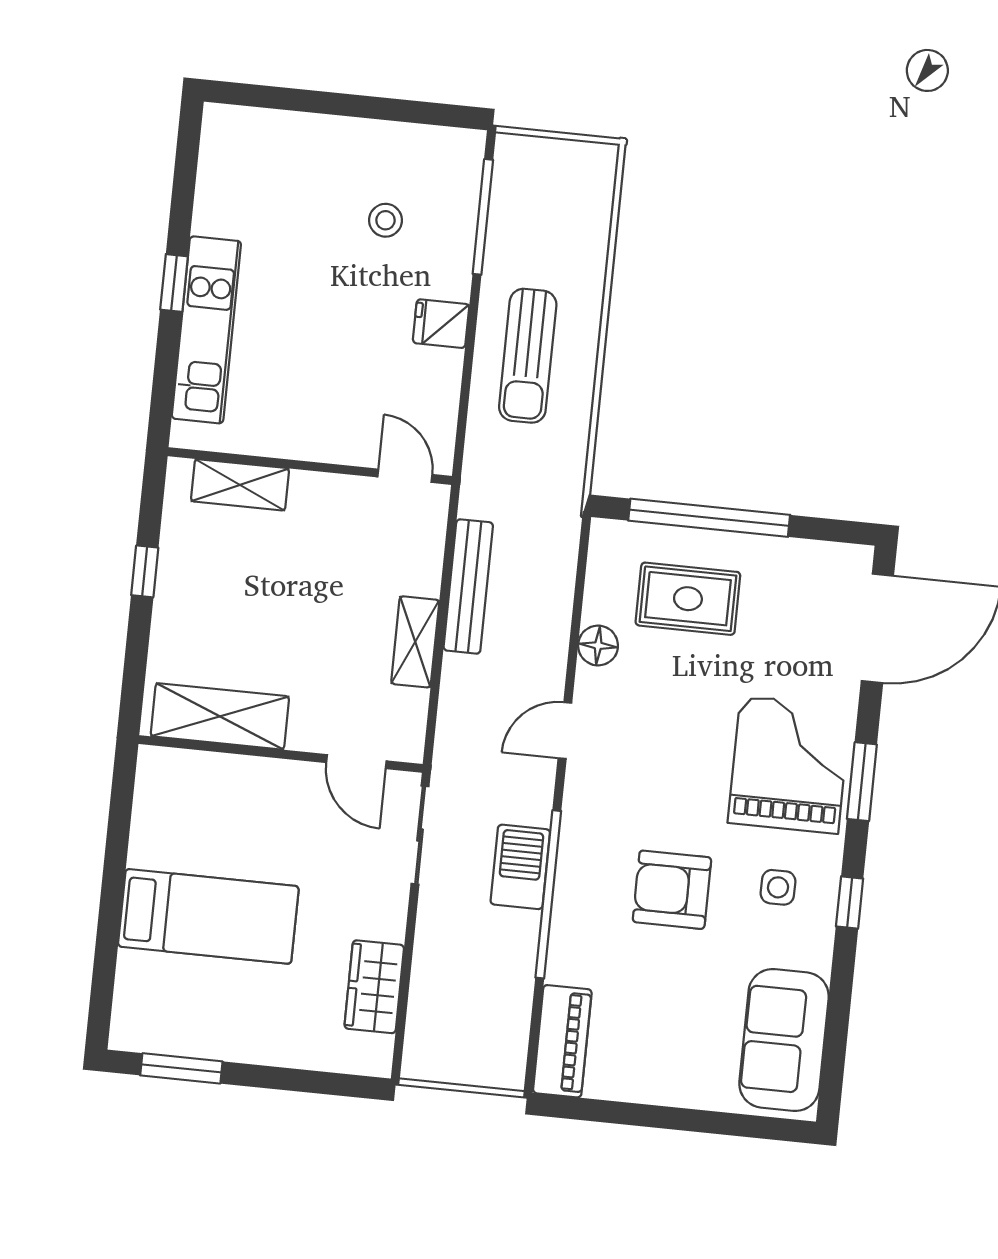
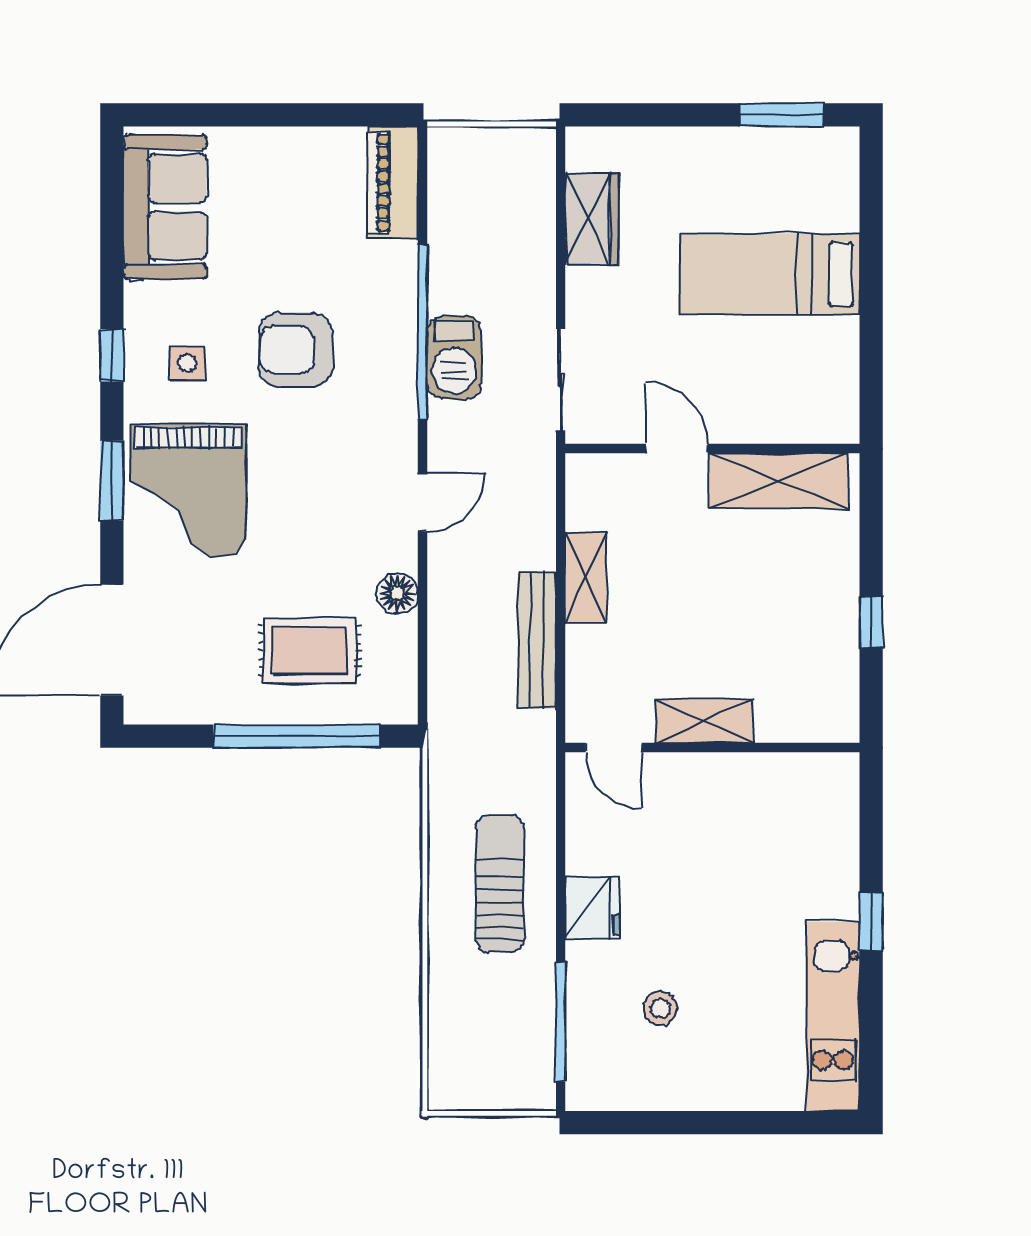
fridge: (441, 324) -> (592, 908), width x1.38
kitchen unit: (206, 330) -> (833, 1016), moved
shelving: (240, 485) -> (705, 721), moved
door: (356, 762) -> (677, 448), moved
armchair: (672, 890) -> (296, 350), turned 180

